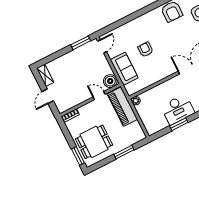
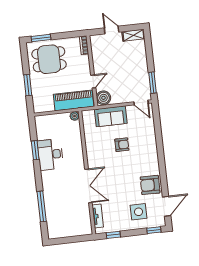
dining table: (94, 142) -> (49, 59), turned 90

